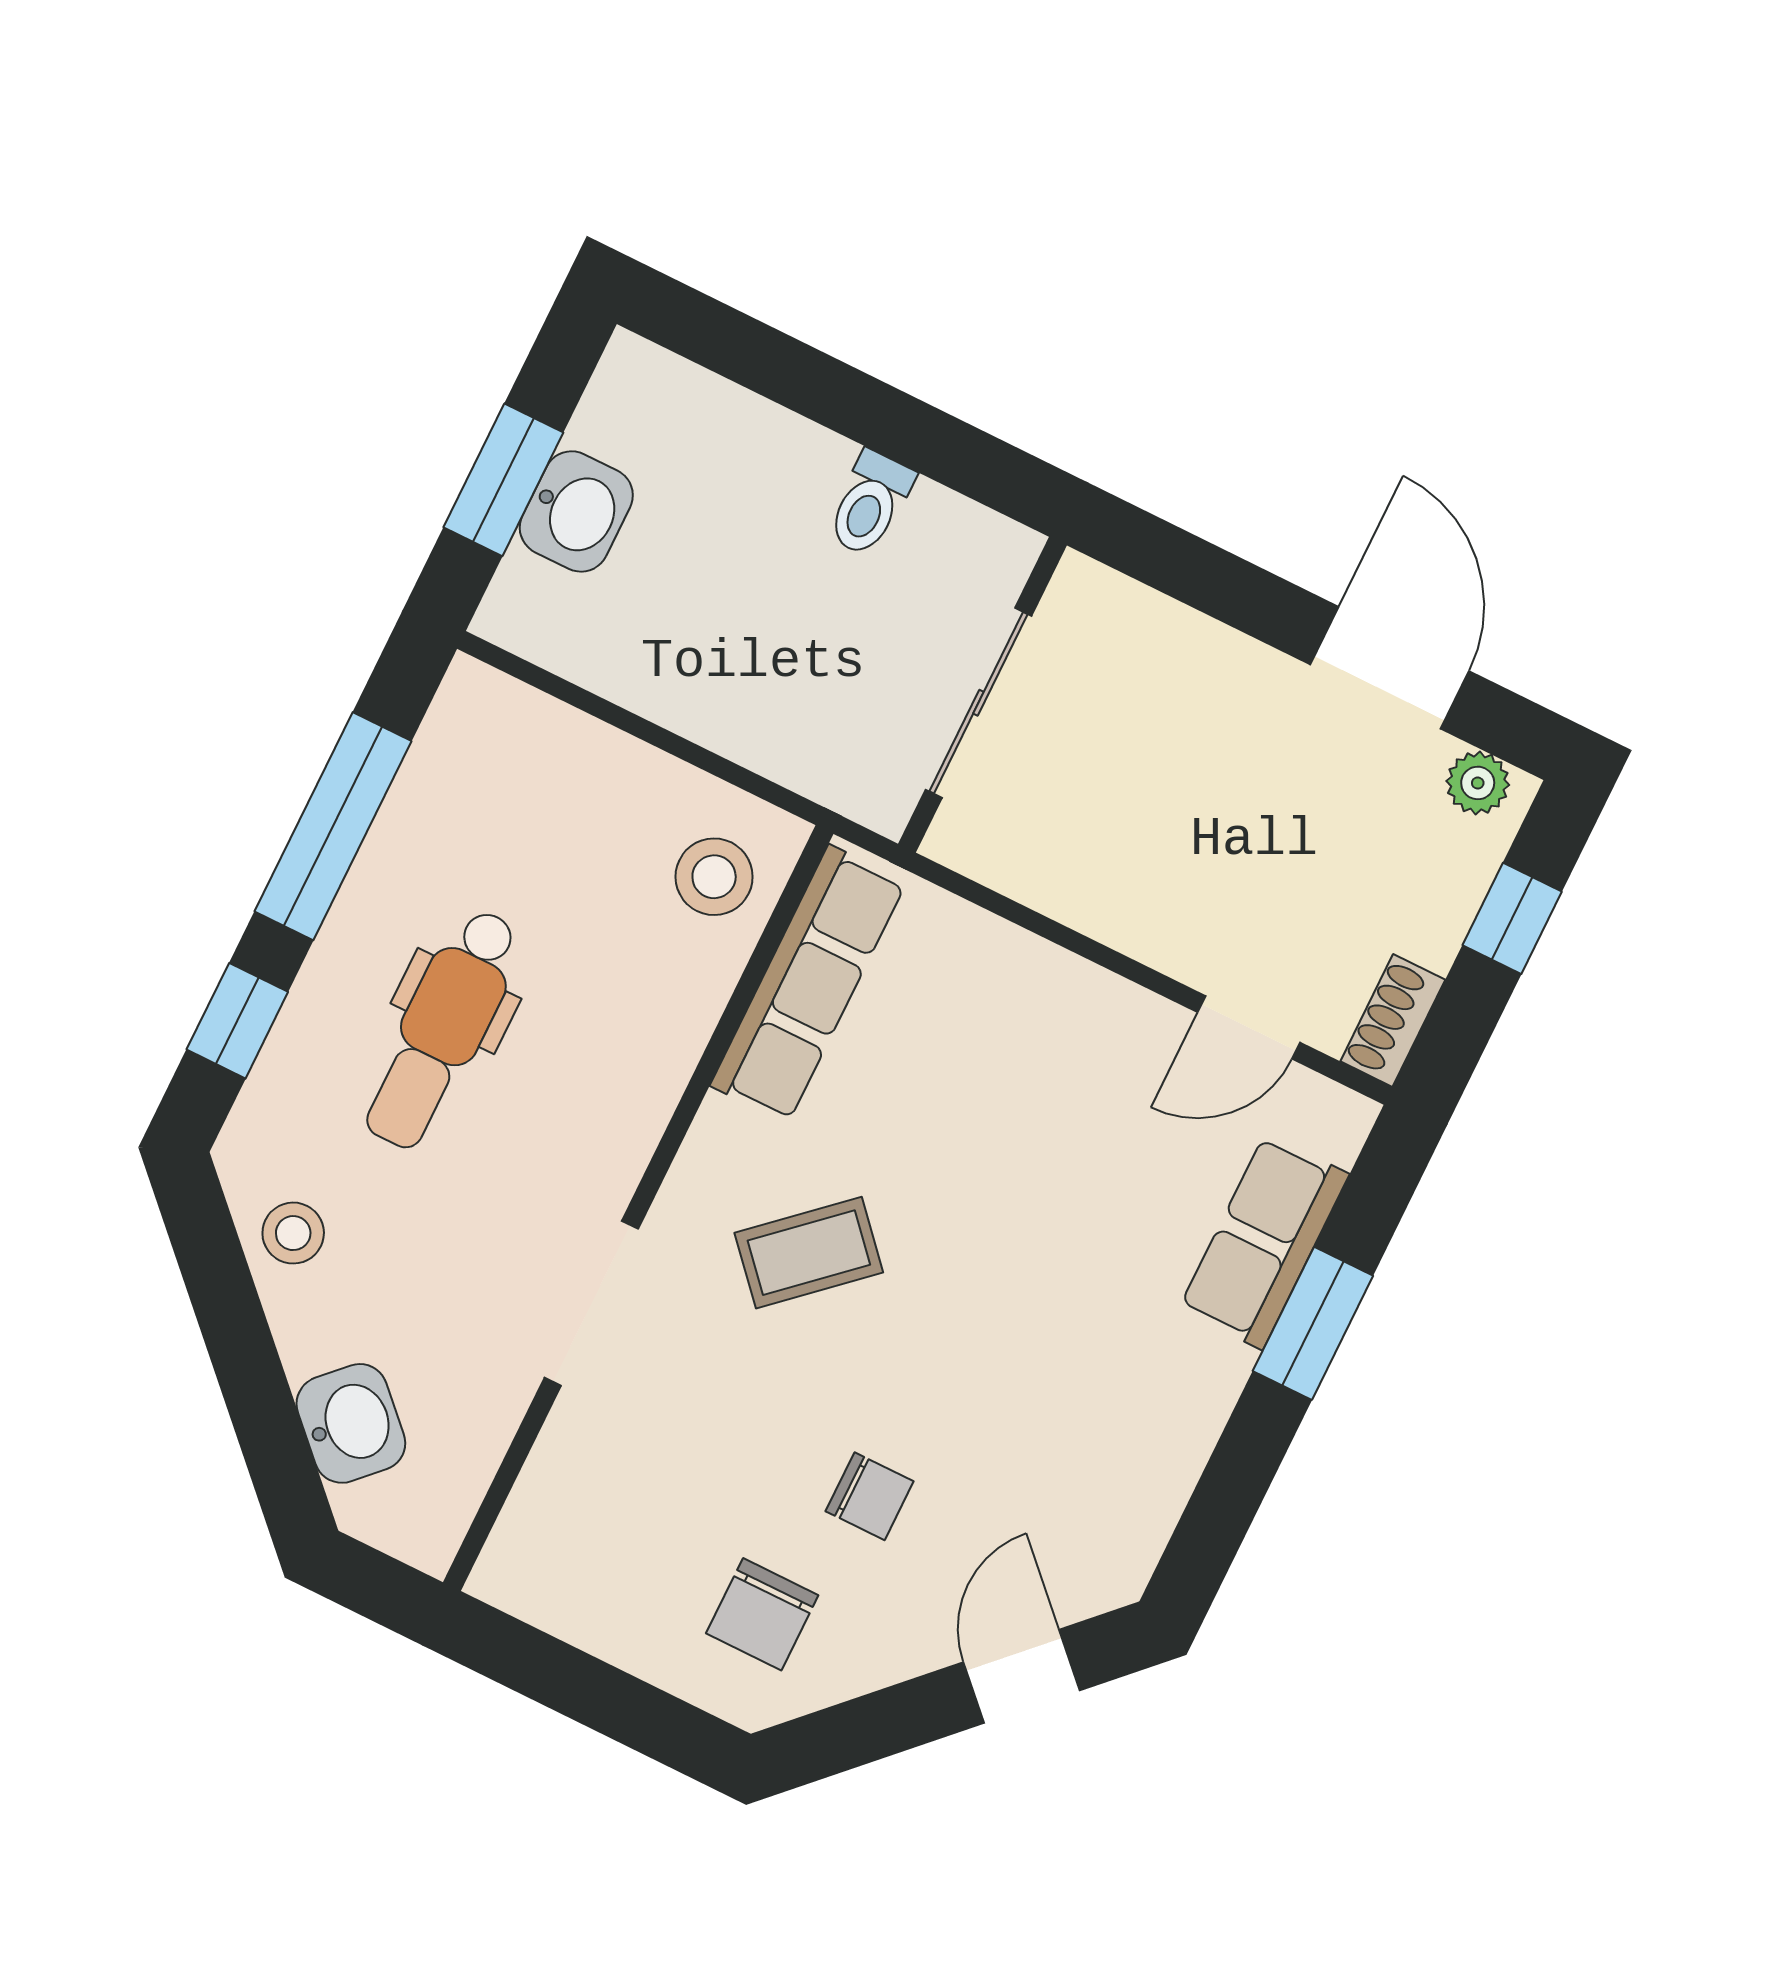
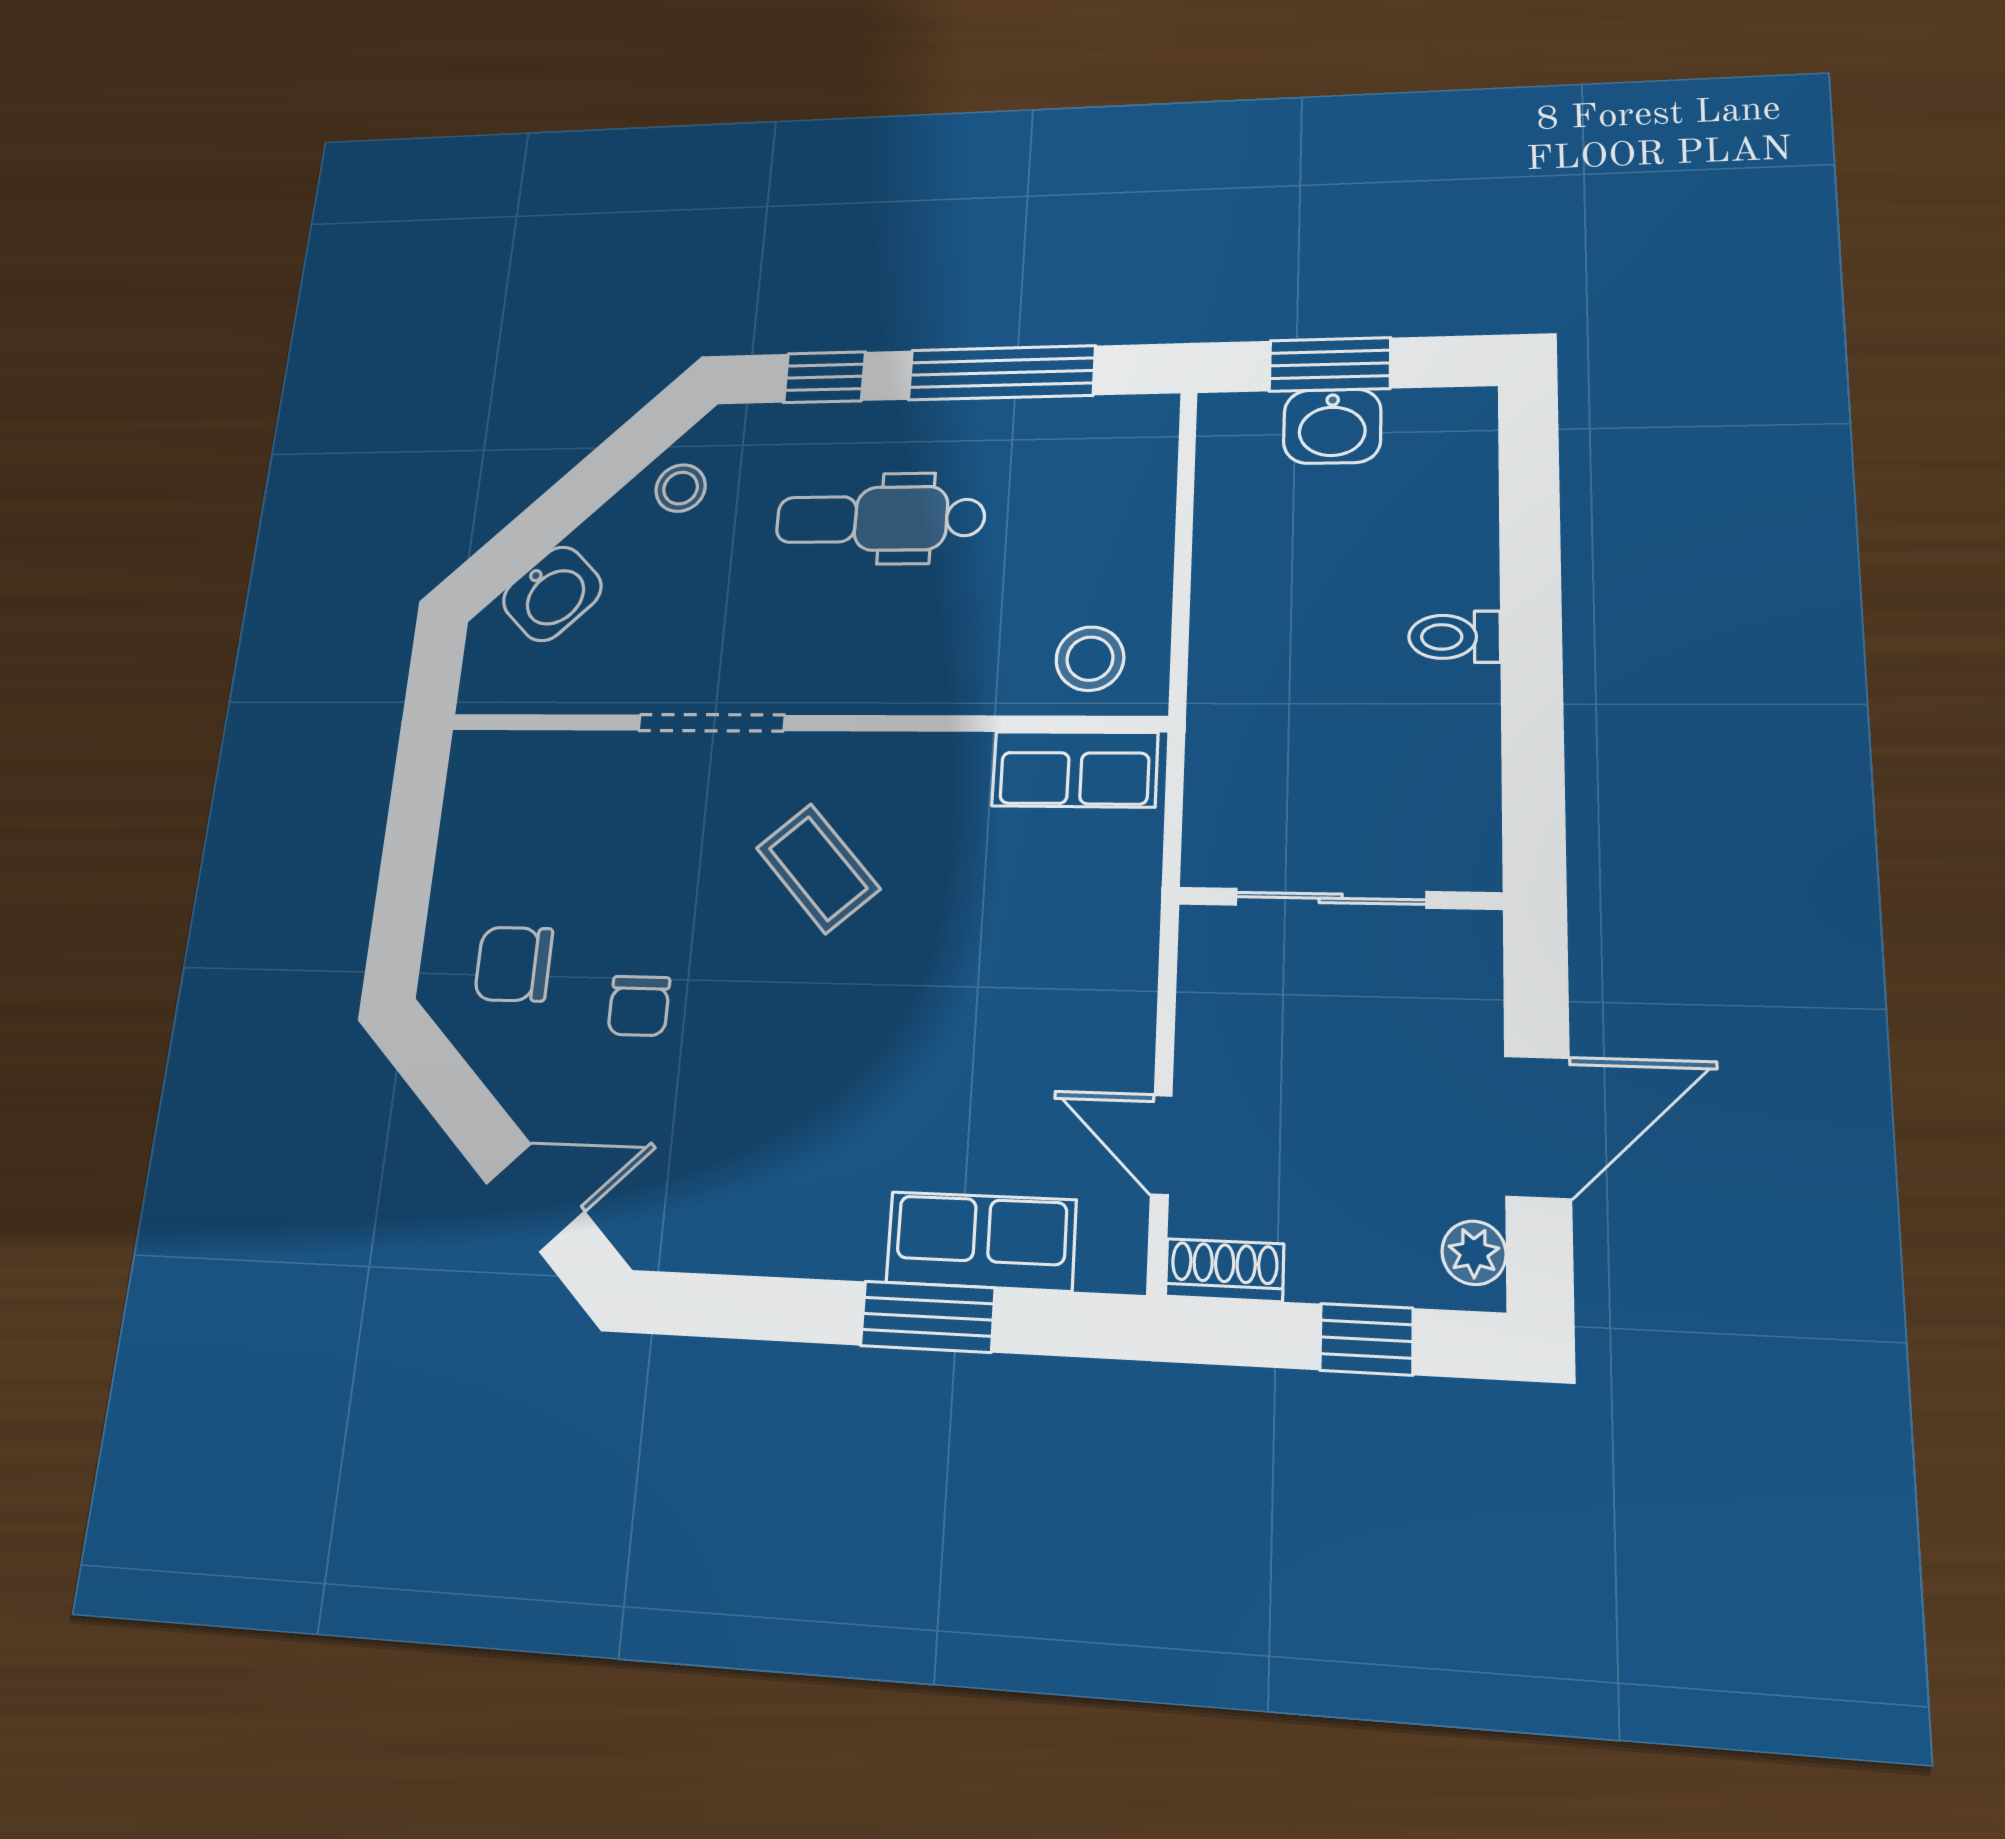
wall: (982, 695) -> (1339, 898), moved
sliding door: (979, 703) -> (1331, 898), moved
row of seats: (808, 984) -> (1075, 769), width x0.68

